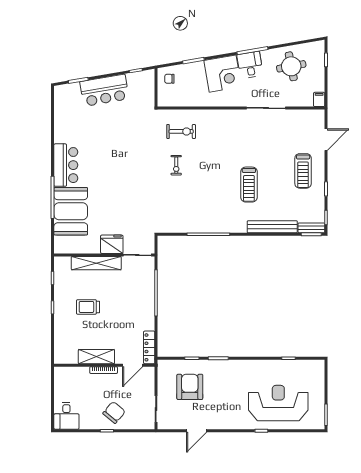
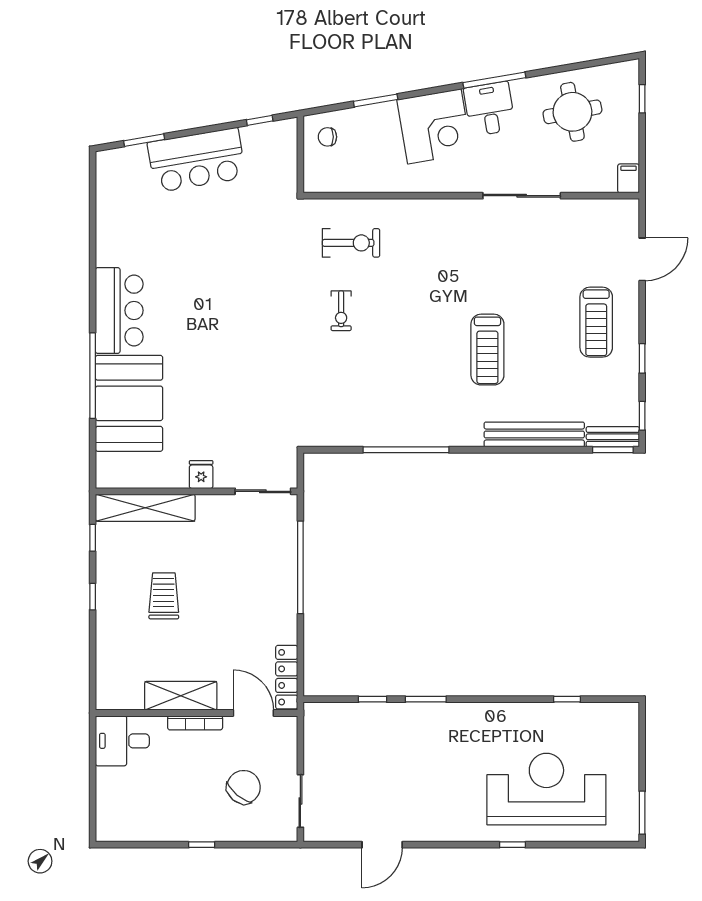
fridge: (112, 244) -> (201, 475), width x0.53, depth x0.75
shelving: (96, 263) -> (145, 508), moved
trolley: (88, 307) -> (164, 596), turned 90
door: (133, 365) -> (253, 713), swing flipped
armchair: (190, 387) -> (368, 756), removed
chair: (114, 412) -> (244, 787), moved
desk: (66, 416) -> (122, 741), moved, turned 90

